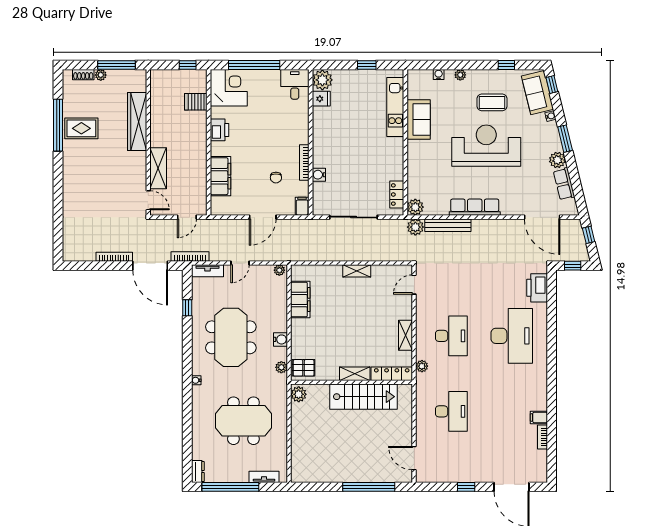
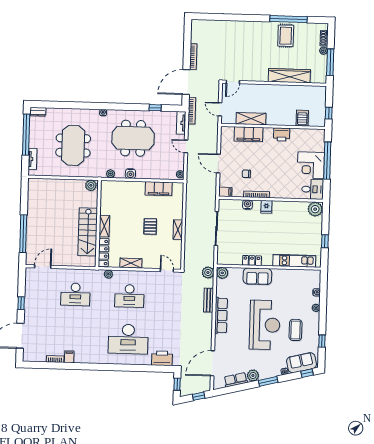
corner desk: (229, 88) -> (311, 165), moved, turned 90
fridge: (321, 99) -> (266, 207), moved
sofa: (419, 120) -> (257, 276), moved
shelving: (158, 168) -> (251, 119), moved
locker: (397, 195) -> (252, 260), moved
bench: (448, 225) -> (209, 300), width x0.73
pallet: (304, 368) -> (150, 226), moved

